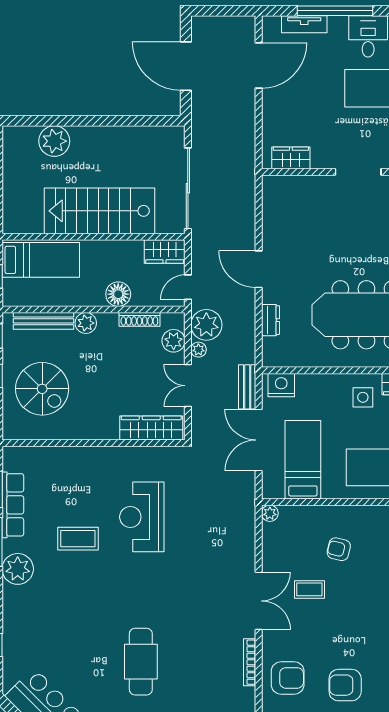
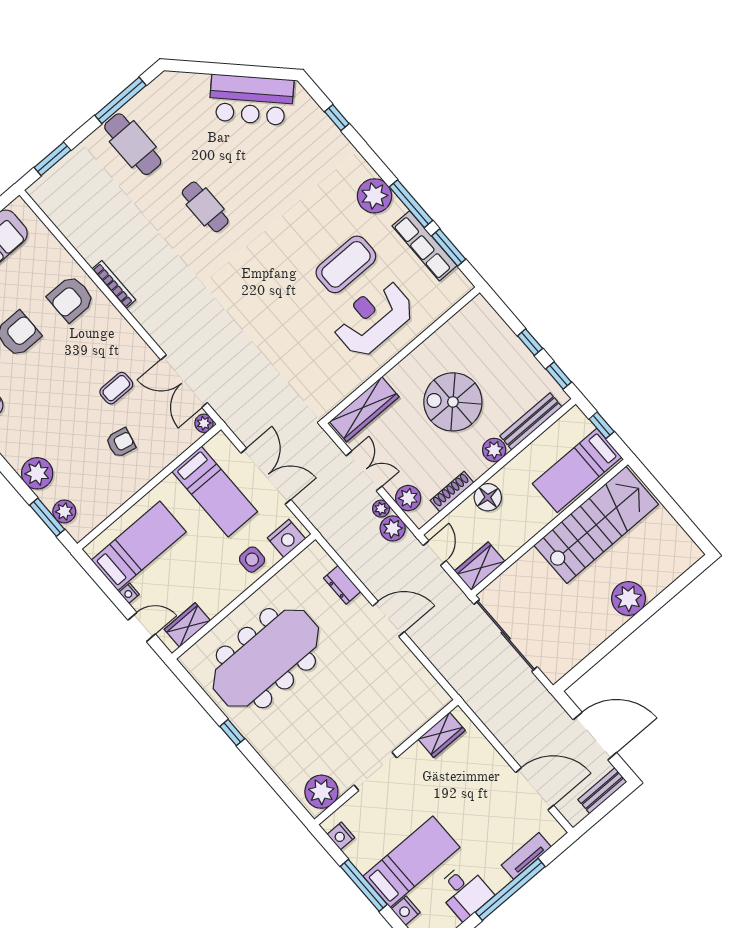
door: (259, 66) -> (535, 789), swing flipped
plant: (54, 141) -> (628, 598), moved
stairs: (100, 211) -> (596, 525), moved
plant: (206, 325) -> (393, 528), width x0.73, depth x0.73
bench: (247, 387) -> (602, 791), moved, turned 90
spiral stairs: (42, 389) -> (453, 402), moved
side table: (363, 397) -> (252, 560), moved
reception desk: (142, 517) -> (373, 318), moved, turned -90
coffee table: (78, 539) -> (346, 264), width x1.36, depth x1.32
double door: (259, 601) -> (184, 381), moved
cafe table: (141, 662) -> (205, 207), width x0.73, depth x0.74

